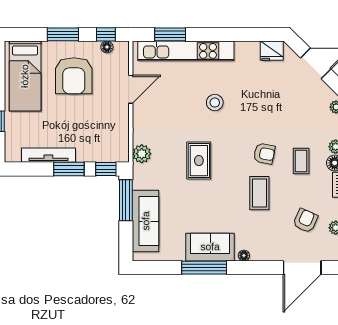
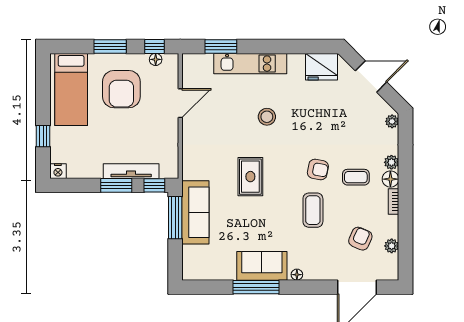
kitchen unit: (186, 51) -> (250, 64), width x0.73
fridge: (272, 51) -> (321, 67), width x1.36, depth x1.34
plant: (142, 154) -> (192, 170), removed
nightstand: (12, 155) -> (58, 171), added
tv unit: (48, 155) -> (131, 171), moved
coffee table: (301, 161) -> (356, 177), turned 90
sofa: (146, 221) -> (195, 212), moved

